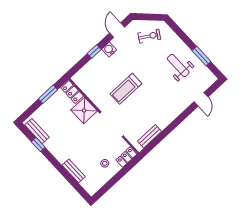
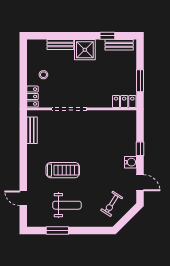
treadmill: (126, 89) -> (63, 170), moved, turned 90
shower: (84, 110) -> (85, 50), moved

